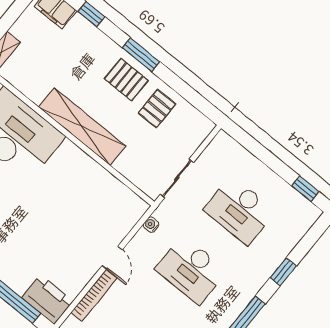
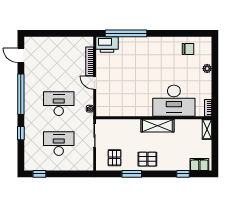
window: (141, 55) -> (132, 174), moved
pallet: (157, 109) -> (115, 158), moved
shelving: (82, 127) -> (157, 126), width x0.68

